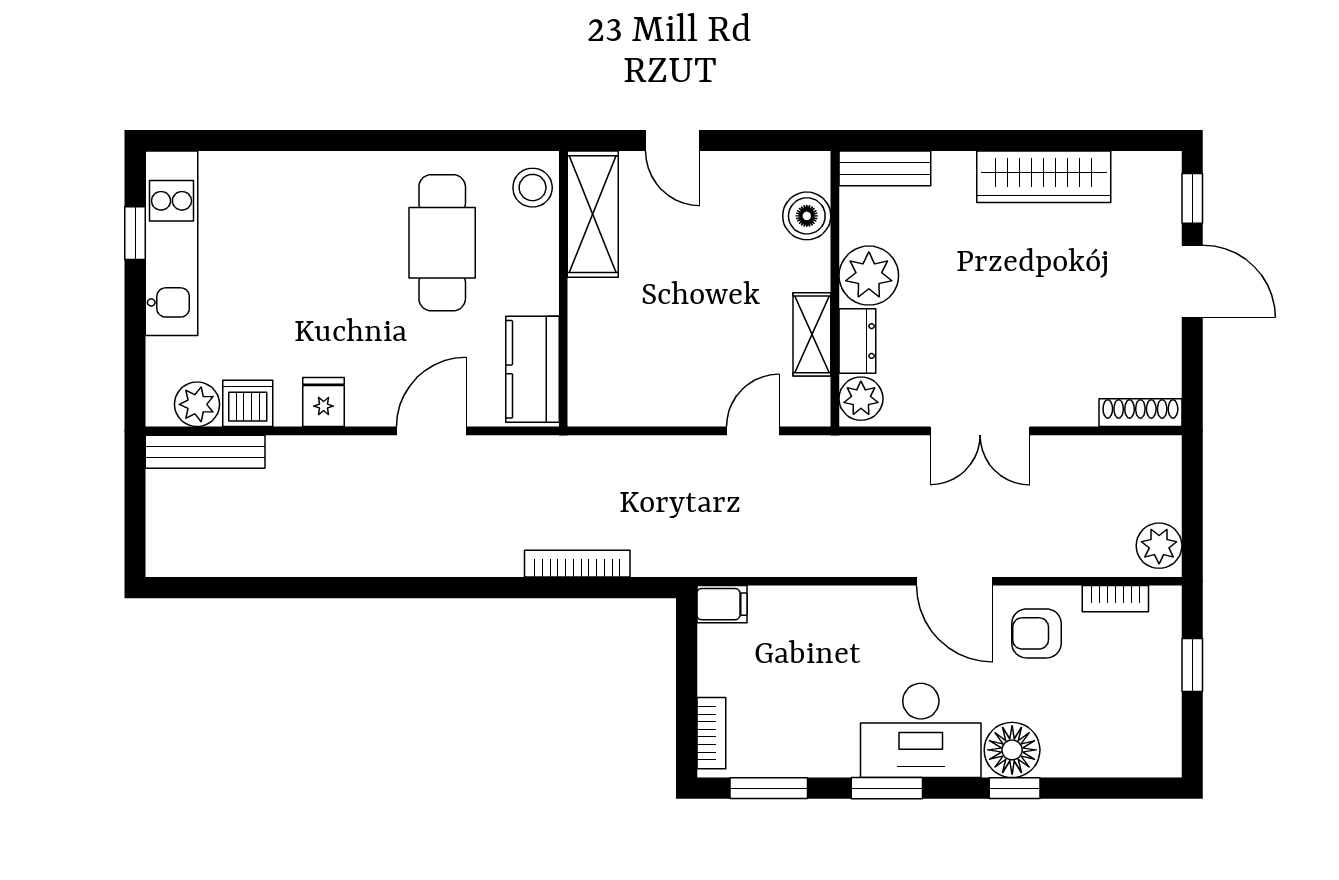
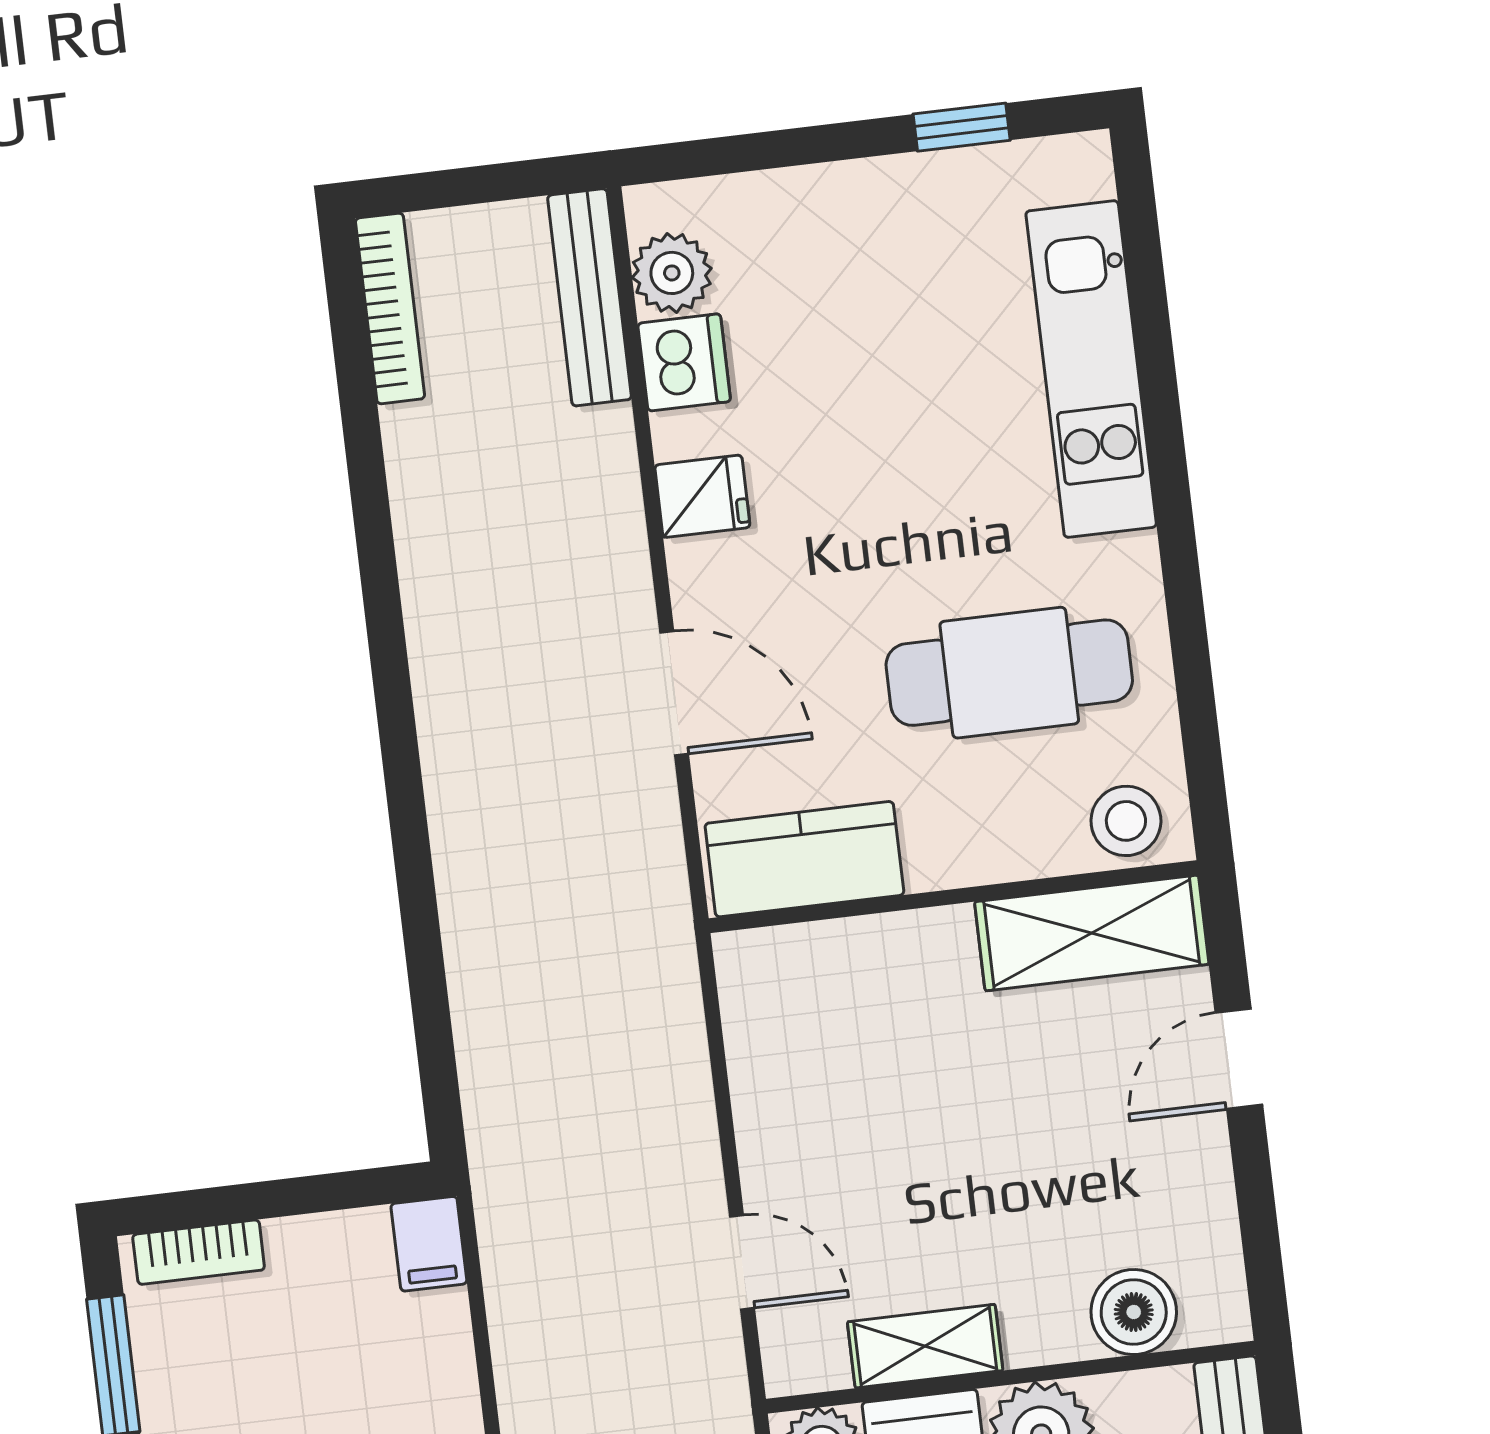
kitchen unit: (171, 243) -> (1091, 369), moved, turned 90
bookcase: (577, 564) -> (390, 308), moved

